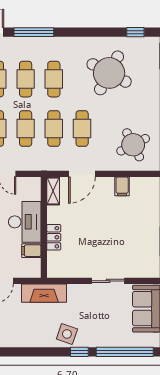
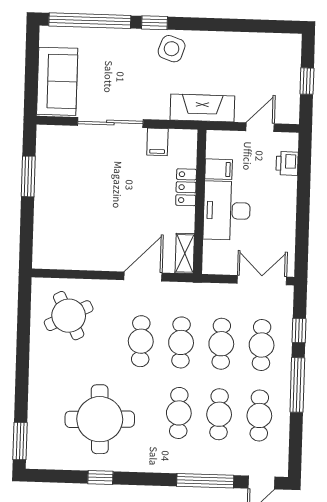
window: (135, 32) -> (100, 477), moved
round table: (109, 73) -> (100, 419), turned -30
filing cabinet: (122, 186) -> (157, 142), moved, turned 180
sliding door: (108, 281) -> (110, 123), width x1.37

